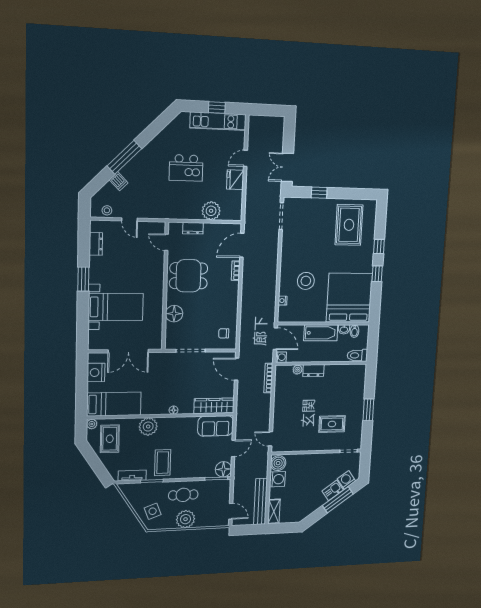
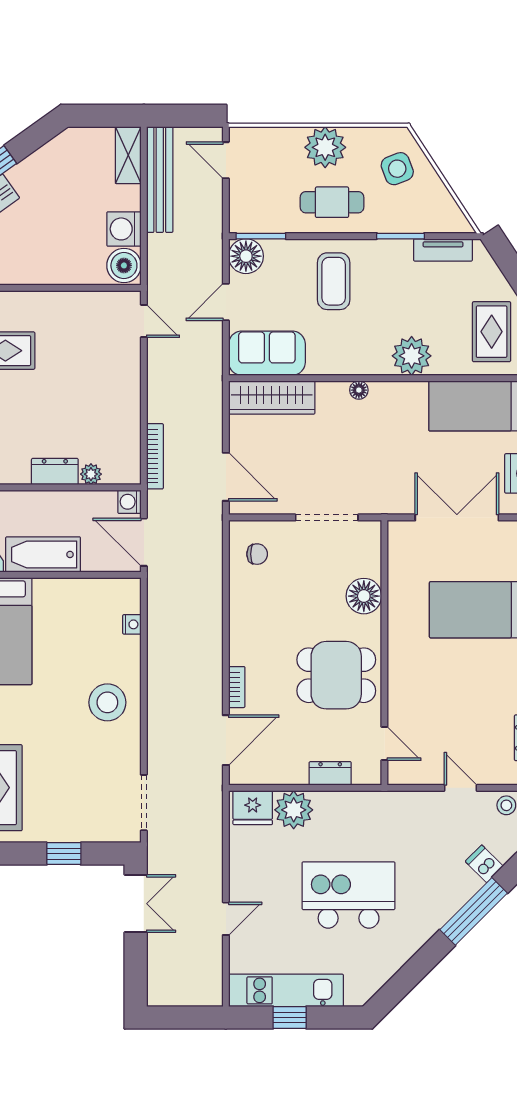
kitchen island: (186, 168) -> (349, 895), width x1.37, depth x1.28
fridge: (235, 180) -> (253, 808), moved, turned 90
stool: (306, 281) -> (107, 702), moved
coffee table: (163, 463) -> (334, 281), moved

